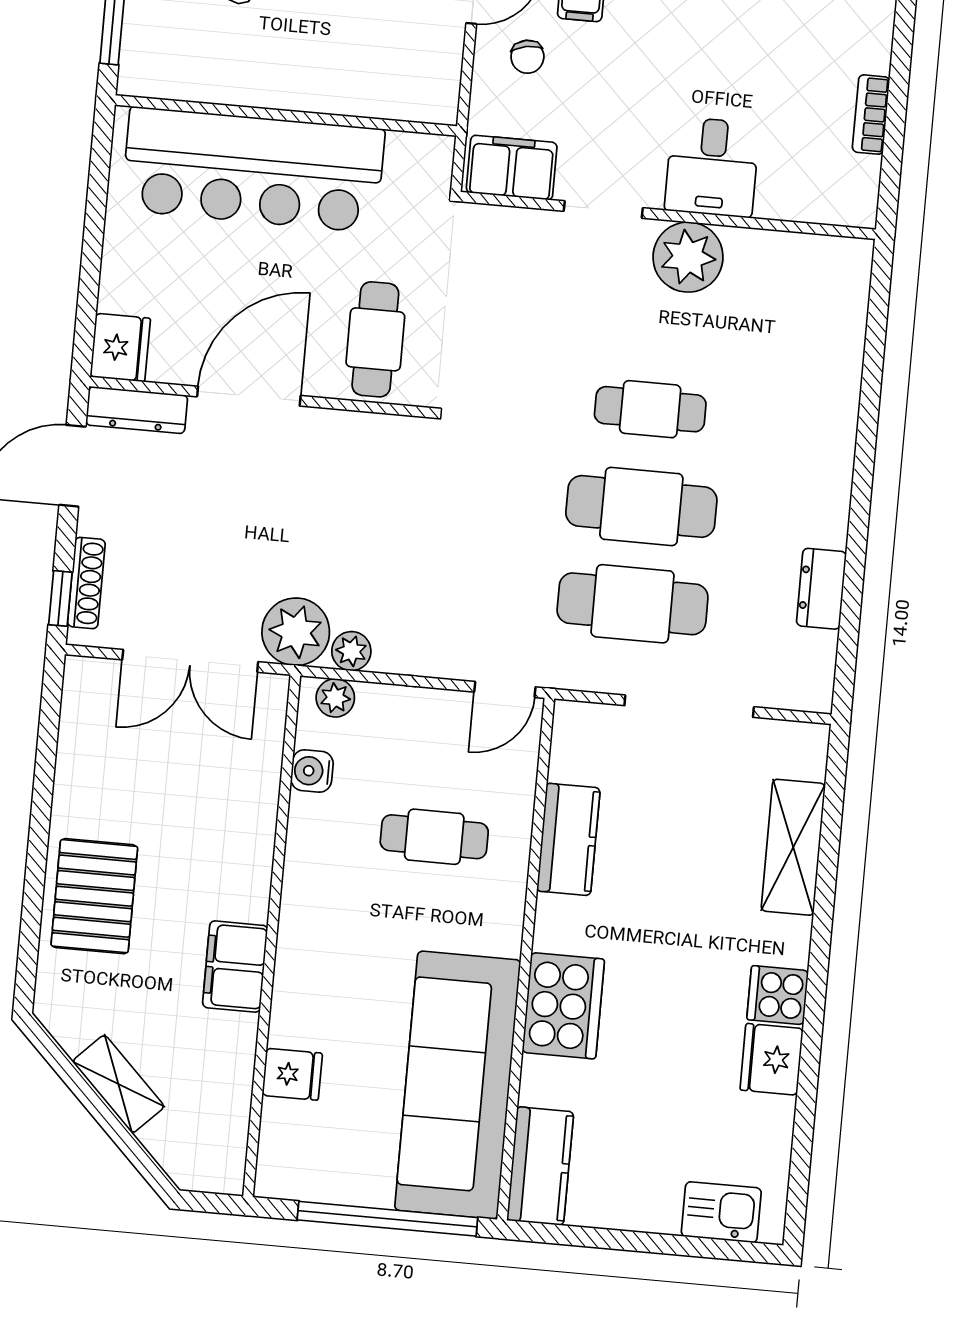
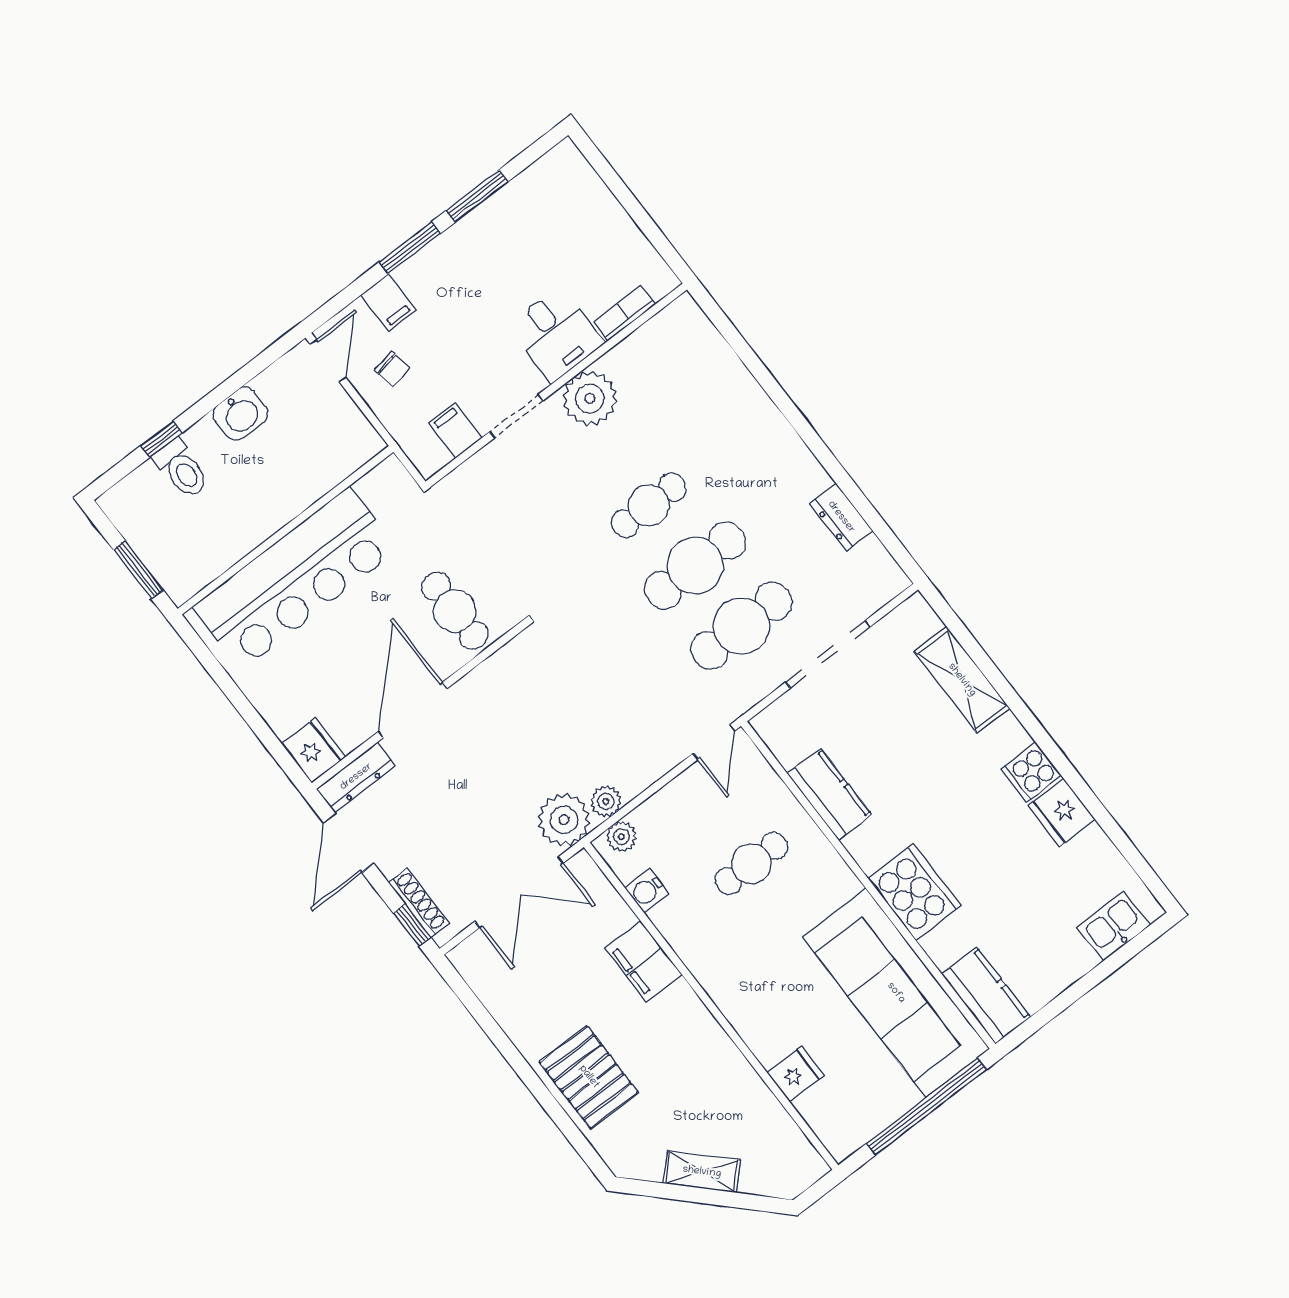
bookcase: (871, 115) -> (624, 313), moved, turned 90
filing cabinet: (512, 168) -> (455, 430), width x0.50
filing cabinet: (235, 967) -> (644, 962), moved

